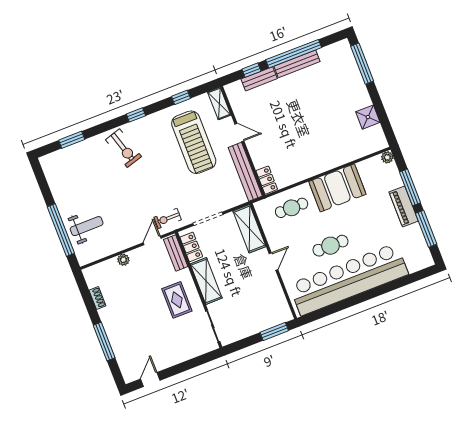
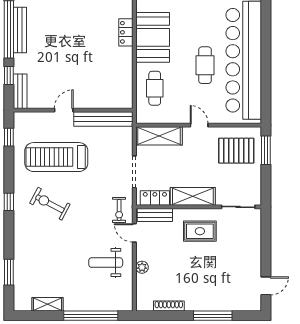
bench: (259, 79) -> (20, 91), moved
window: (181, 97) -> (9, 137), moved
shelving: (219, 103) -> (48, 304), moved
treadmill: (194, 142) -> (56, 157), turned 180
exercise bike: (123, 148) -> (50, 204), moved, turned -135
locker: (267, 180) -> (126, 32), moved, turned -90
weight bench: (87, 226) -> (106, 263), moved, turned -90
shoe rack: (97, 298) -> (169, 306), width x1.43
pallet: (263, 305) -> (236, 151), added
door: (150, 380) -> (266, 286), swing flipped

